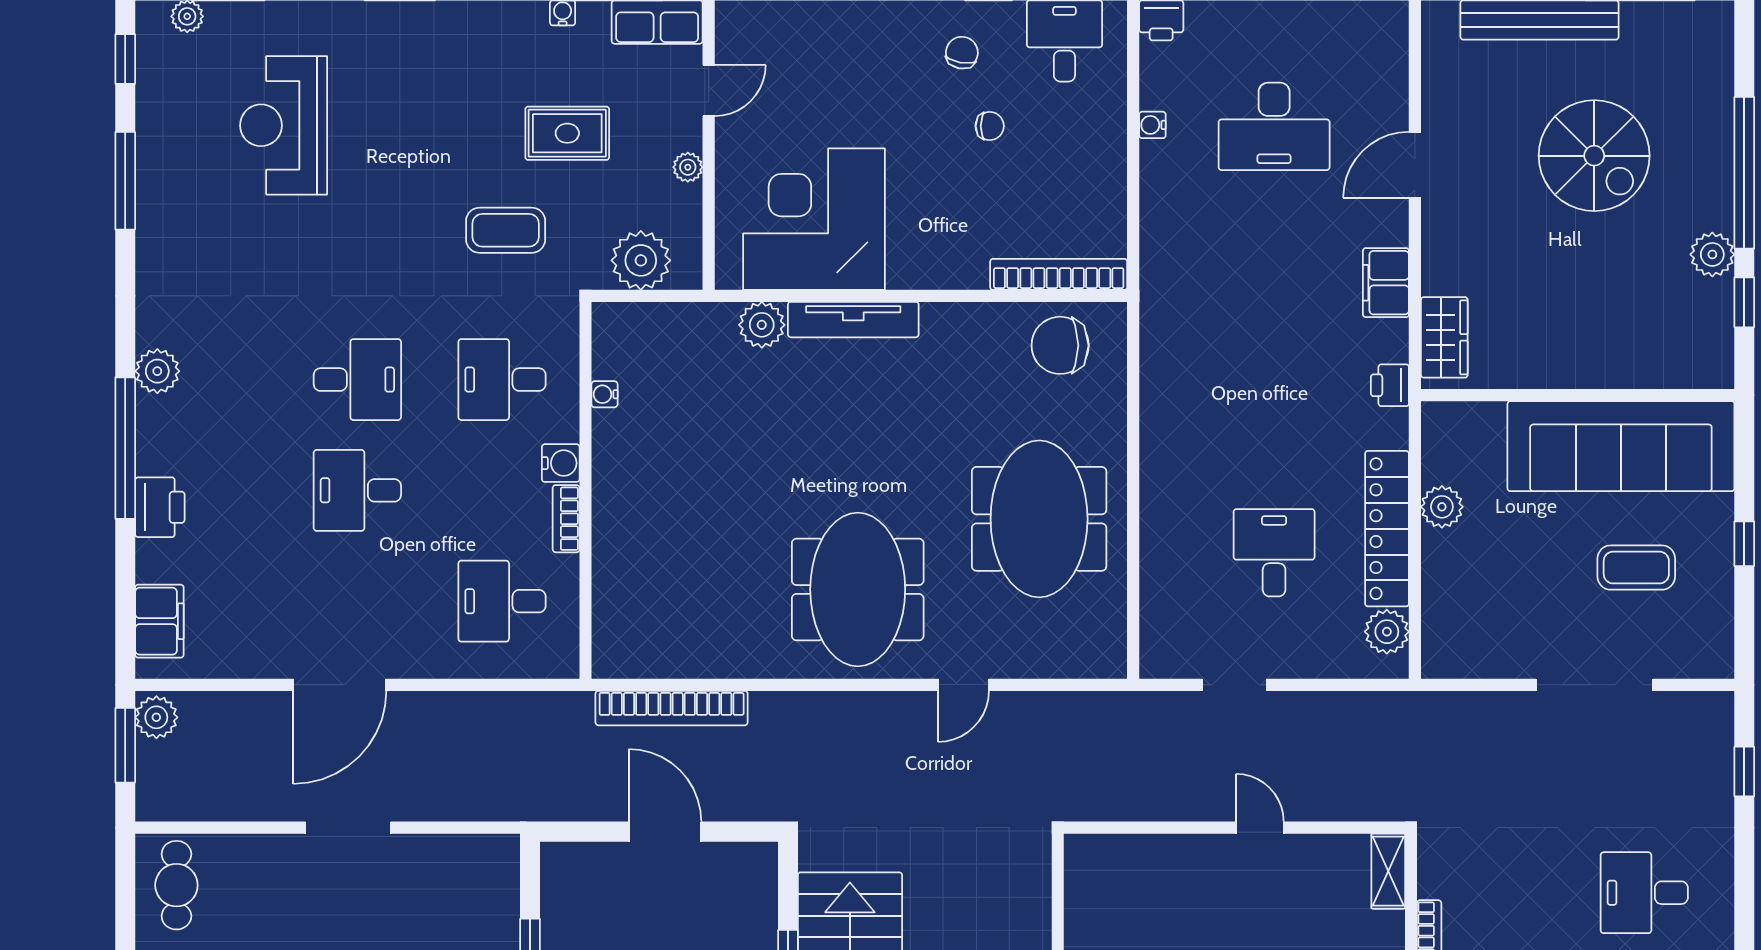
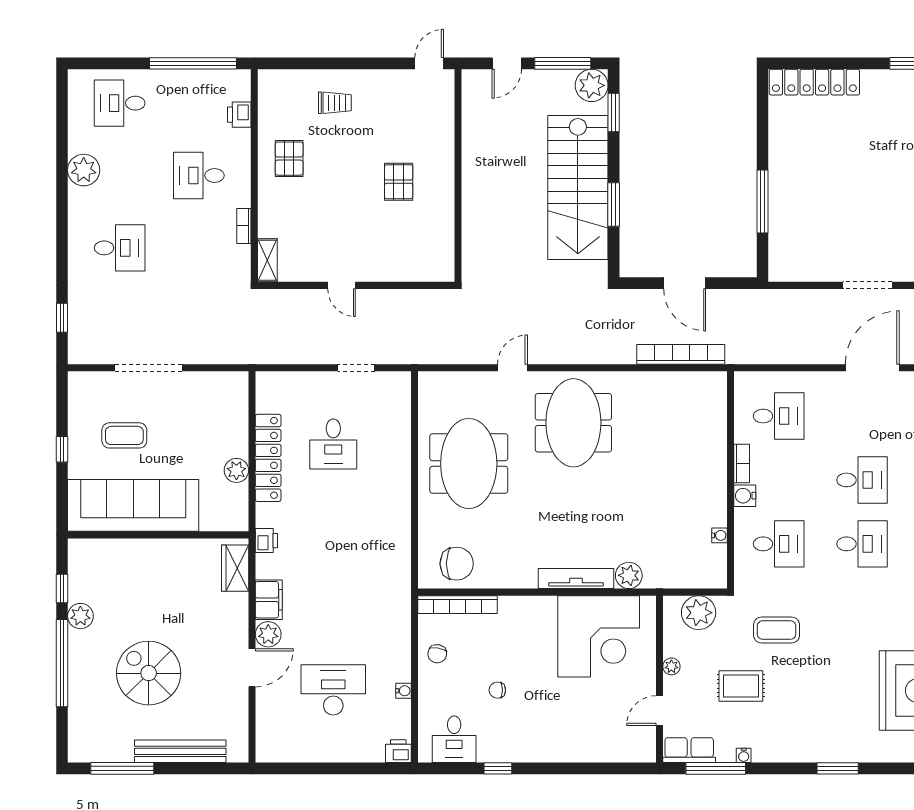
chair: (962, 53) -> (437, 654), moved
desk: (357, 380) -> (862, 544), turned 180
plant: (1387, 632) -> (268, 634), moved

